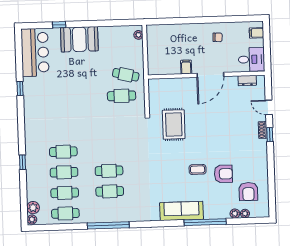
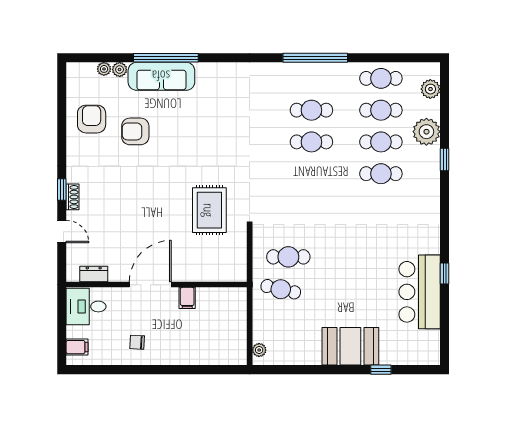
bar counter: (35, 52) -> (420, 292), moved
coffee table: (198, 169) -> (175, 139), removed
armchair: (248, 192) -> (92, 119), moved
sofa: (182, 211) -> (161, 76), moved
plant: (32, 220) -> (426, 132), moved, width x1.88, depth x1.88

